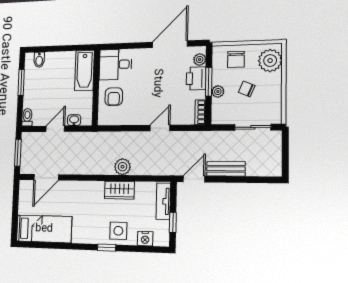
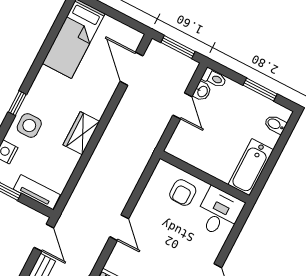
bathtub: (84, 70) -> (251, 167), moved, turned -90
armchair: (114, 97) -> (183, 193), turned -89
washbasin: (74, 120) -> (202, 91), moved
plant: (123, 167) -> (98, 164), removed
wardrobe: (119, 190) -> (81, 133), moved

